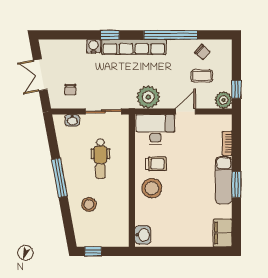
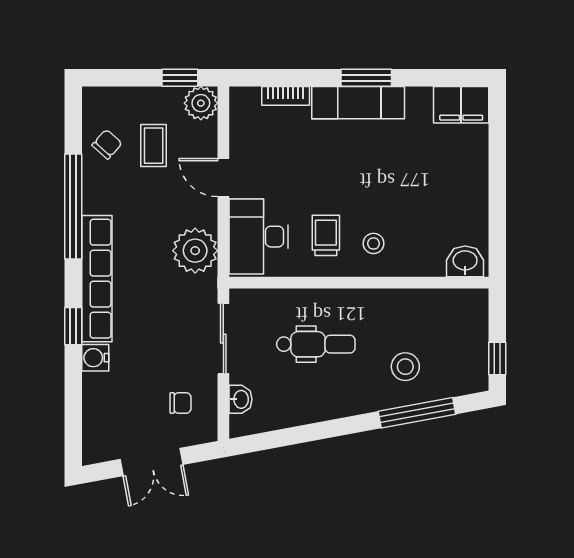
window: (59, 178) -> (417, 413), moved
stool: (152, 188) -> (373, 243), width x0.53, depth x0.53

